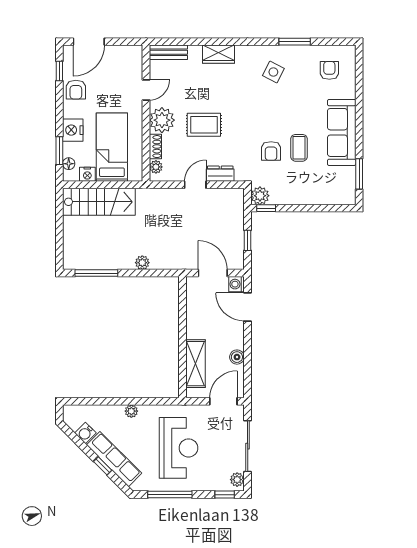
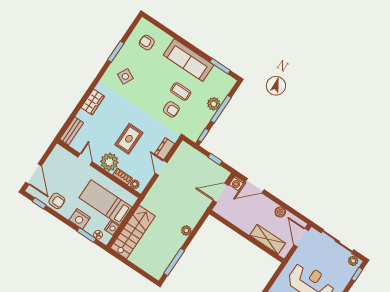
plant: (260, 196) -> (214, 104), moved
window: (310, 208) -> (221, 109), added

